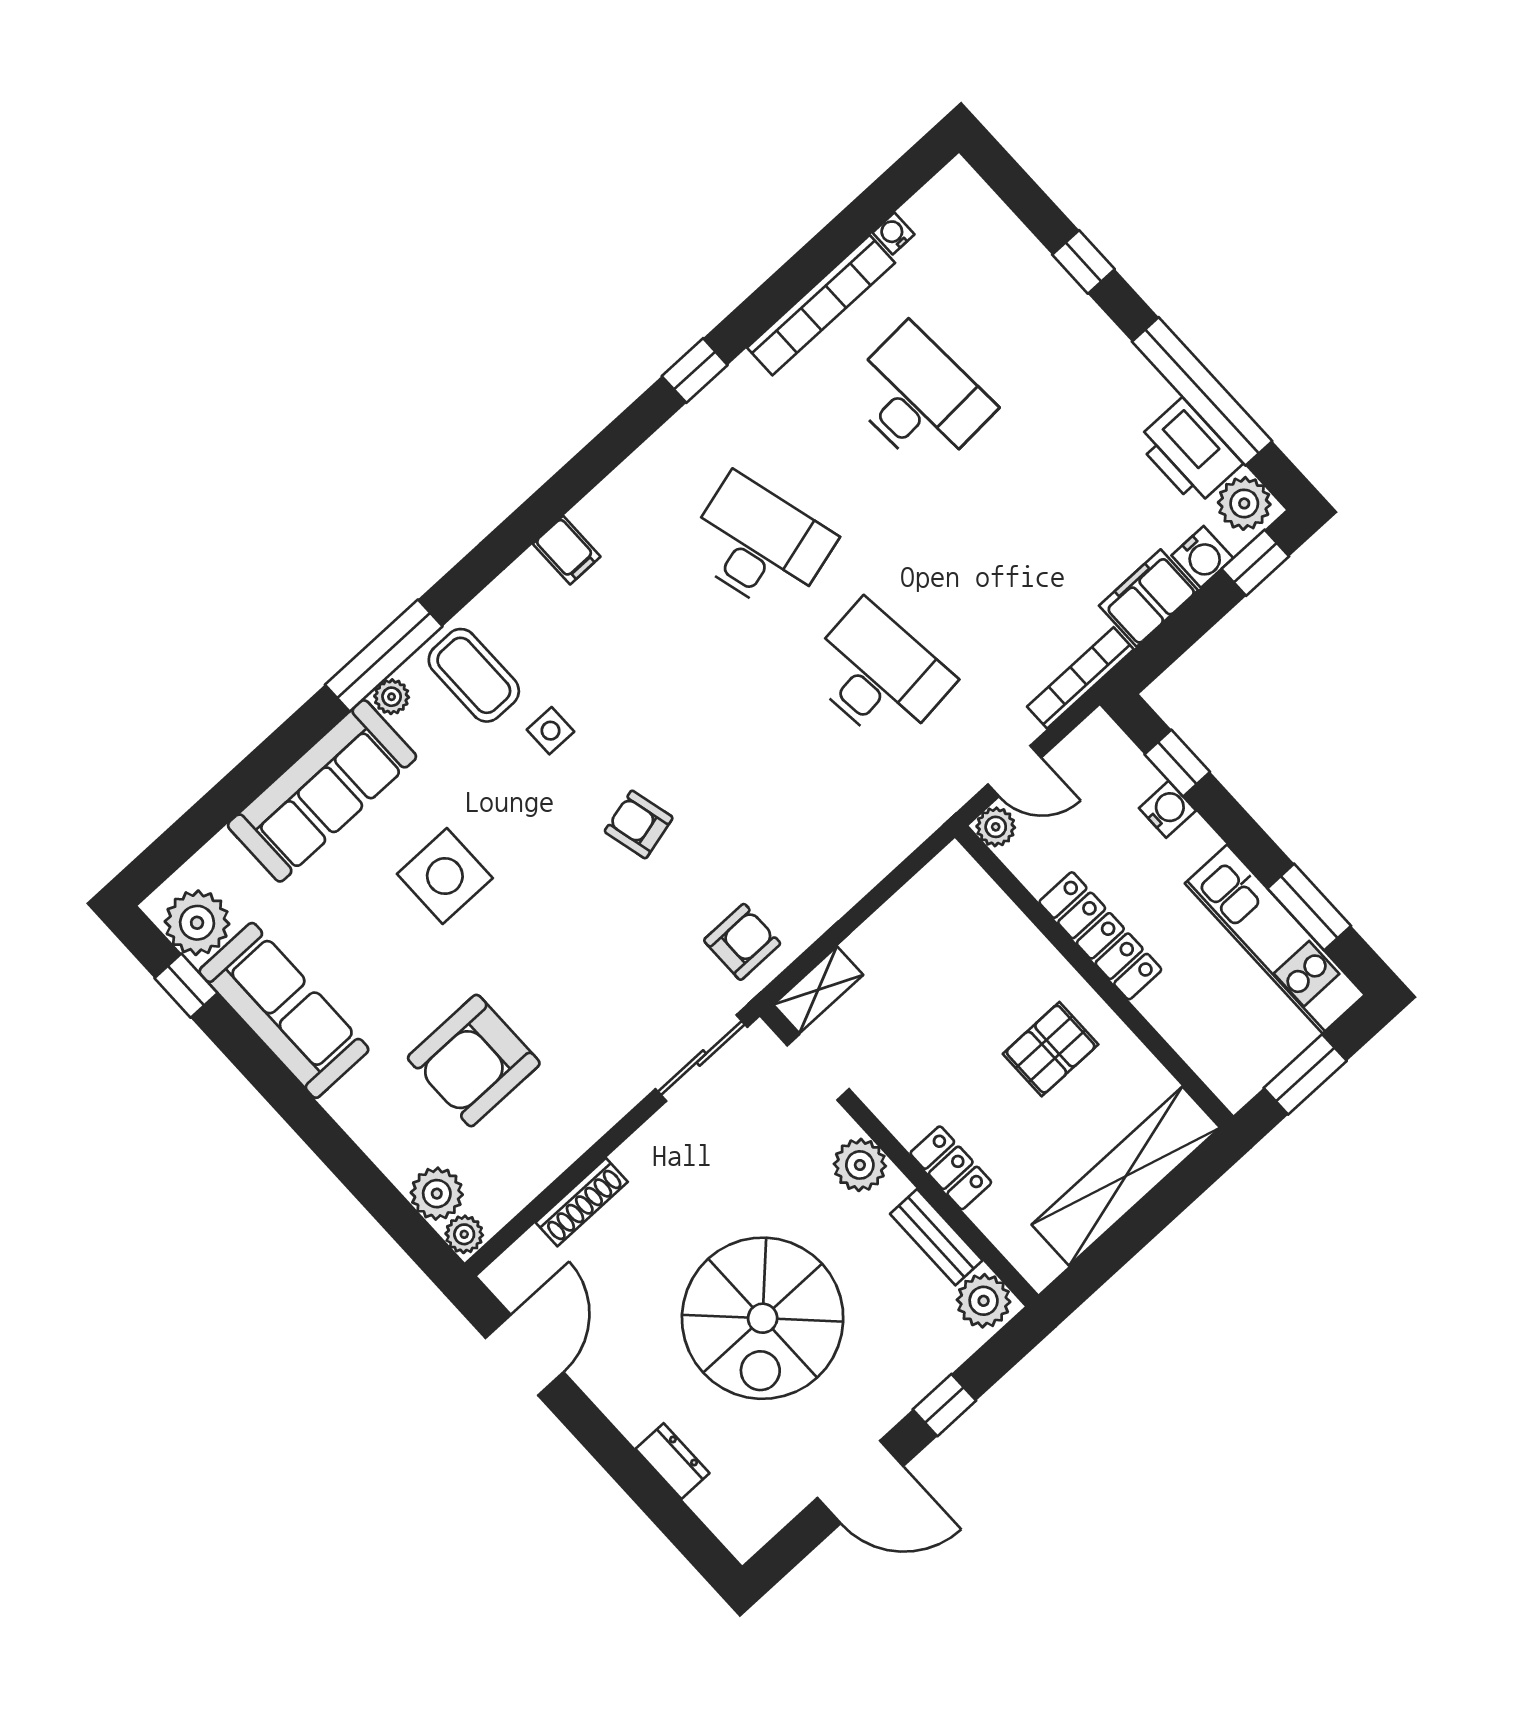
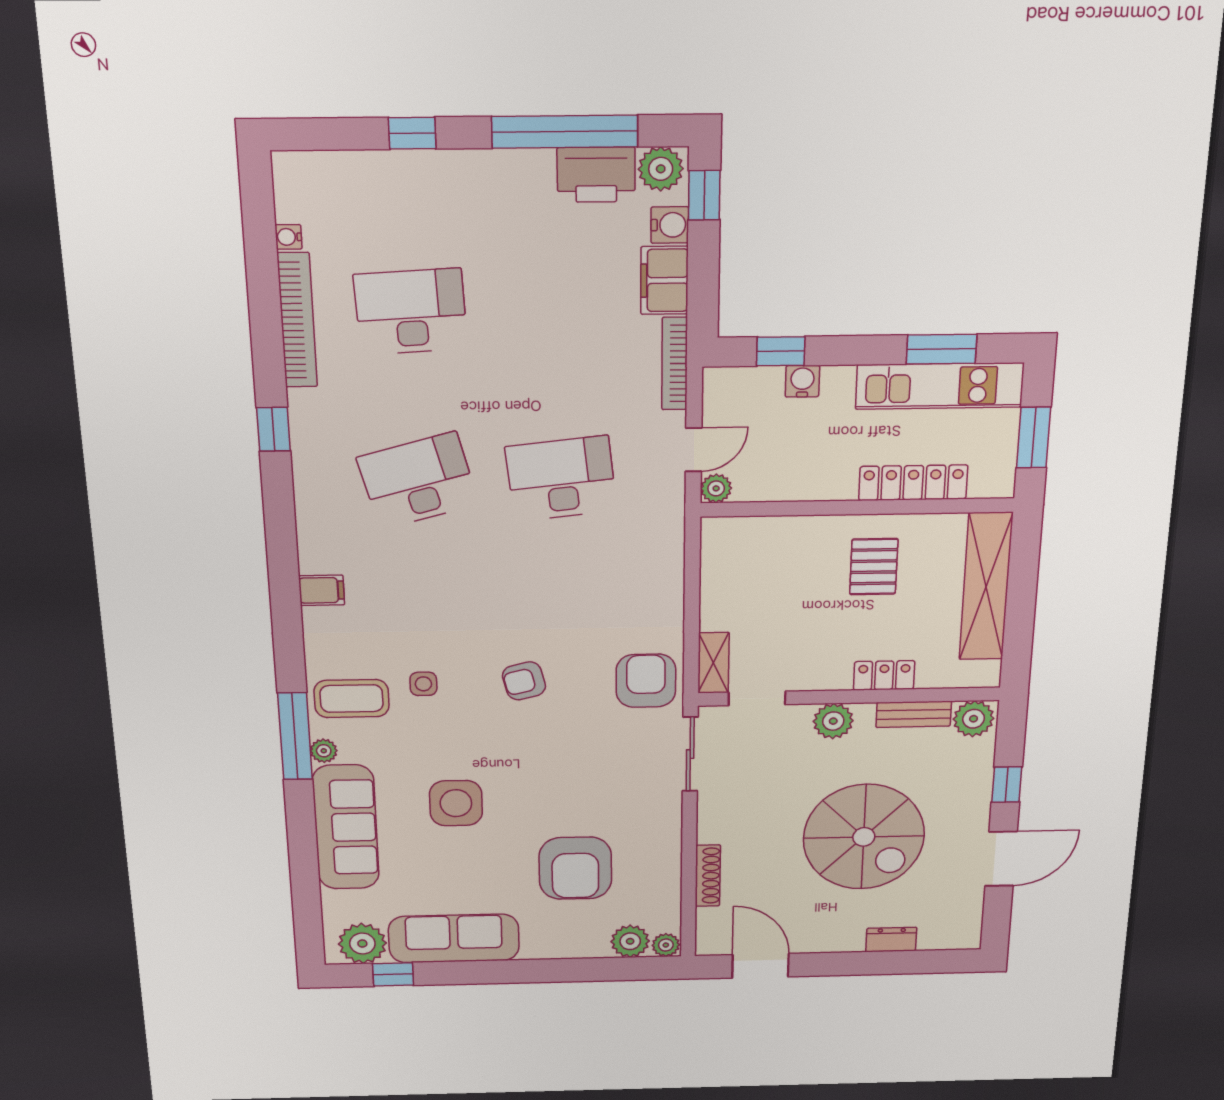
locker: (1100, 936) -> (913, 483), moved
armchair: (742, 942) -> (646, 681), width x1.38, depth x1.38

